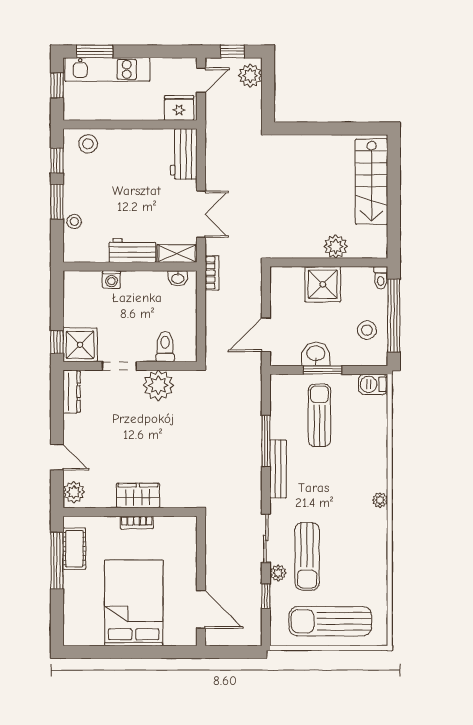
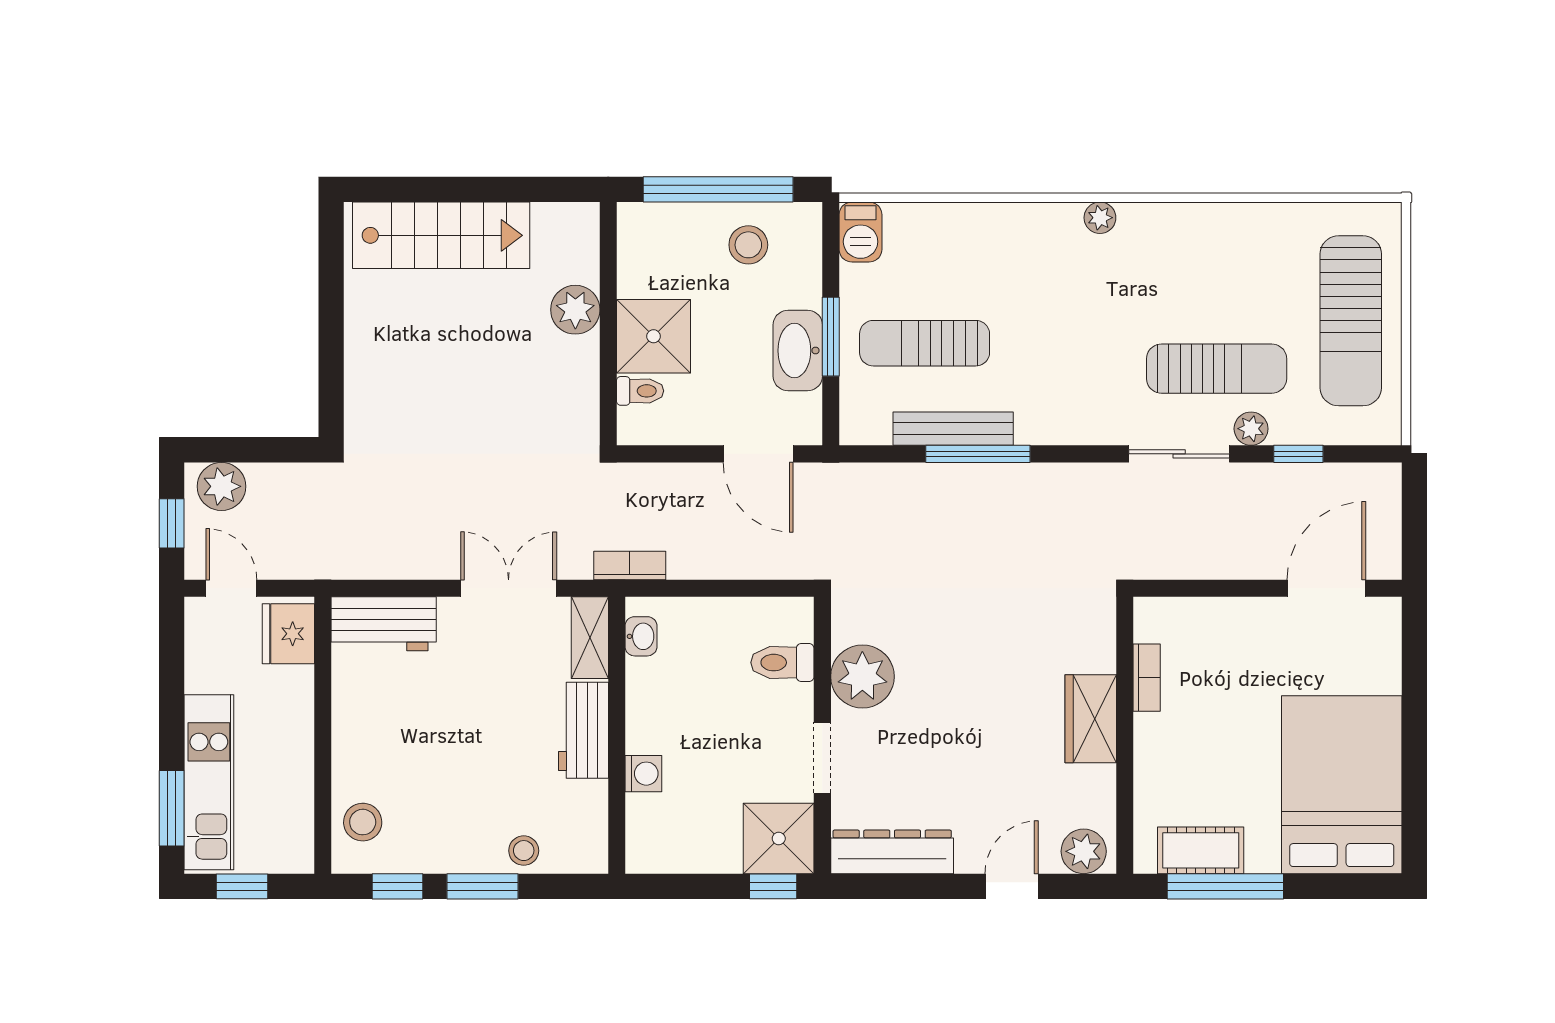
toilet: (381, 278) -> (640, 391), moved
washbasin: (316, 354) -> (798, 351), width x1.38
dresser: (72, 392) -> (892, 852), width x1.37, depth x1.24
bench: (278, 469) -> (953, 429), moved
bookcase: (137, 523) -> (1147, 678), moved
bed: (134, 603) -> (1342, 785), moved, turned 90

